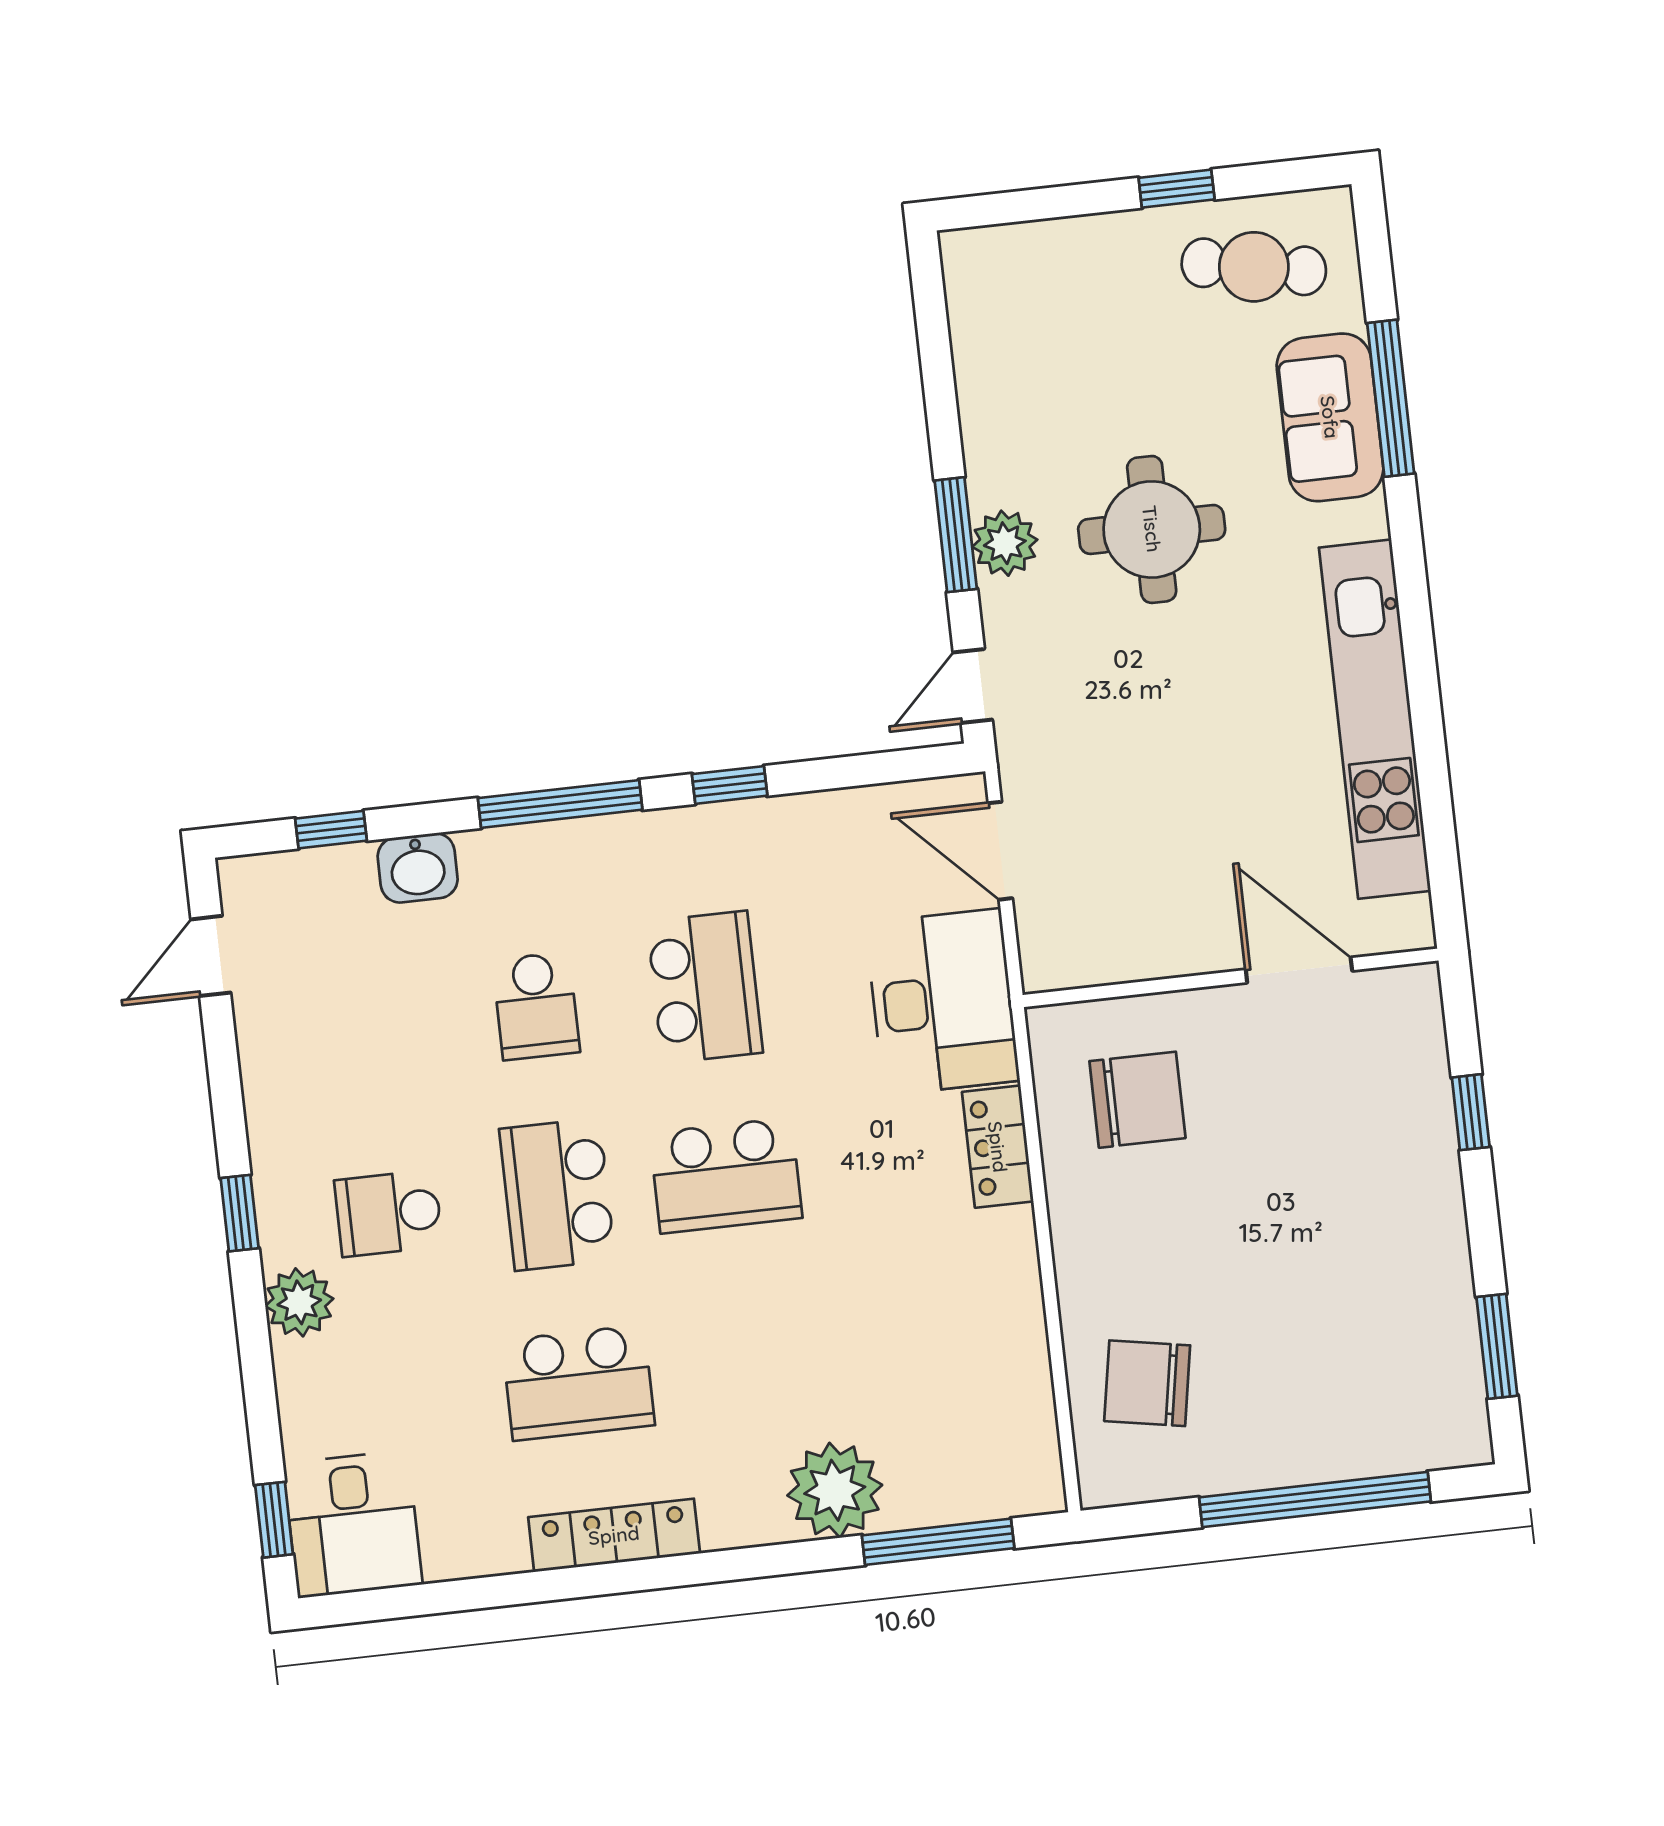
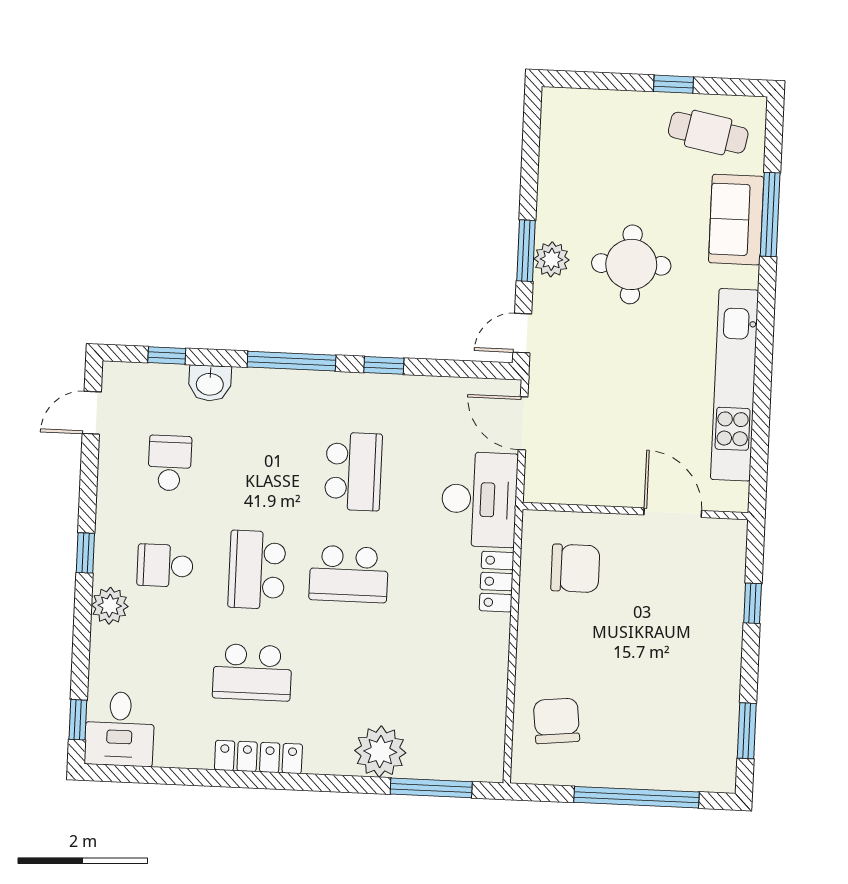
school desk: (536, 1006) -> (170, 463), moved, turned 180
chair: (1147, 1383) -> (557, 721), turned 74

